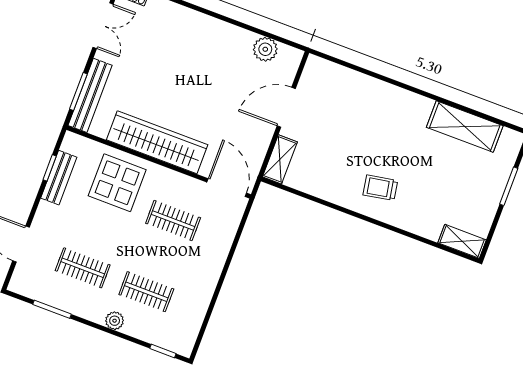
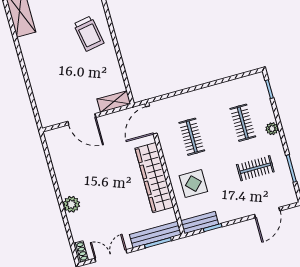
plant: (265, 49) -> (71, 204), moved
bench: (59, 178) -> (200, 222), moved
display table: (117, 183) -> (193, 184), width x0.73, depth x0.73
trolley: (380, 188) -> (89, 34), width x1.36, depth x1.39
clothes rail: (83, 268) -> (255, 168), turned 90

